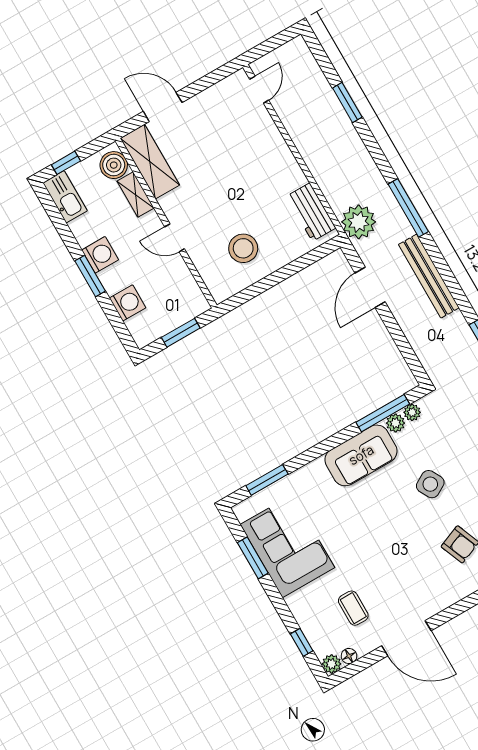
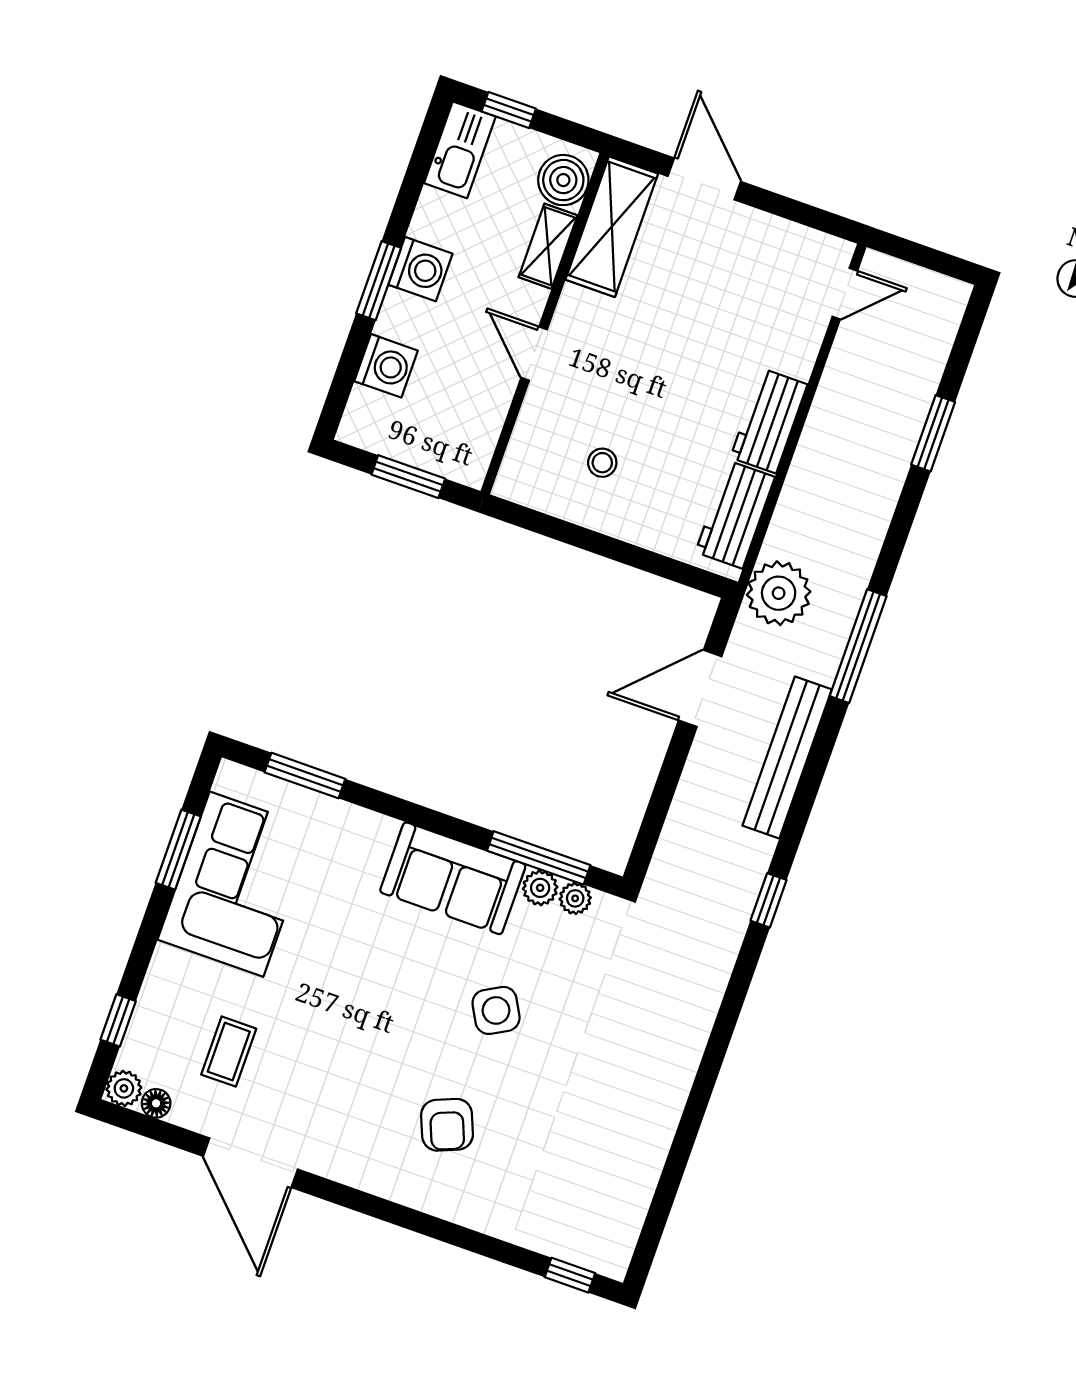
workbench: (285, 165) -> (769, 421), added
stool: (243, 248) -> (602, 463), width x0.53, depth x0.53

